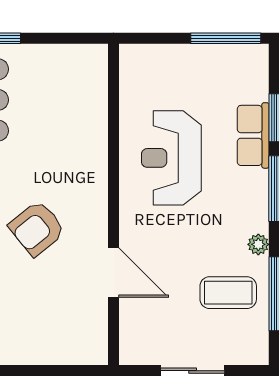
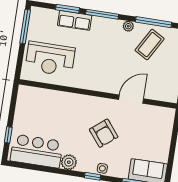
reception desk: (171, 158) -> (50, 59), moved
coffee table: (228, 293) -> (150, 45), turned 30

